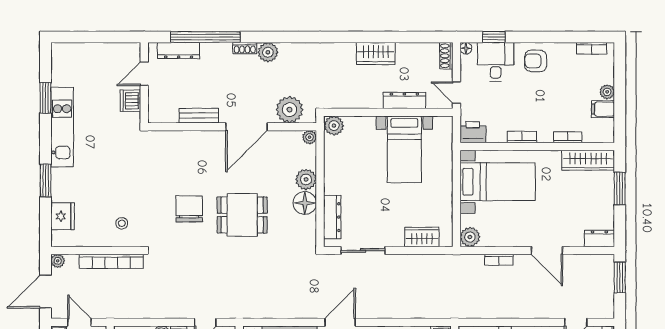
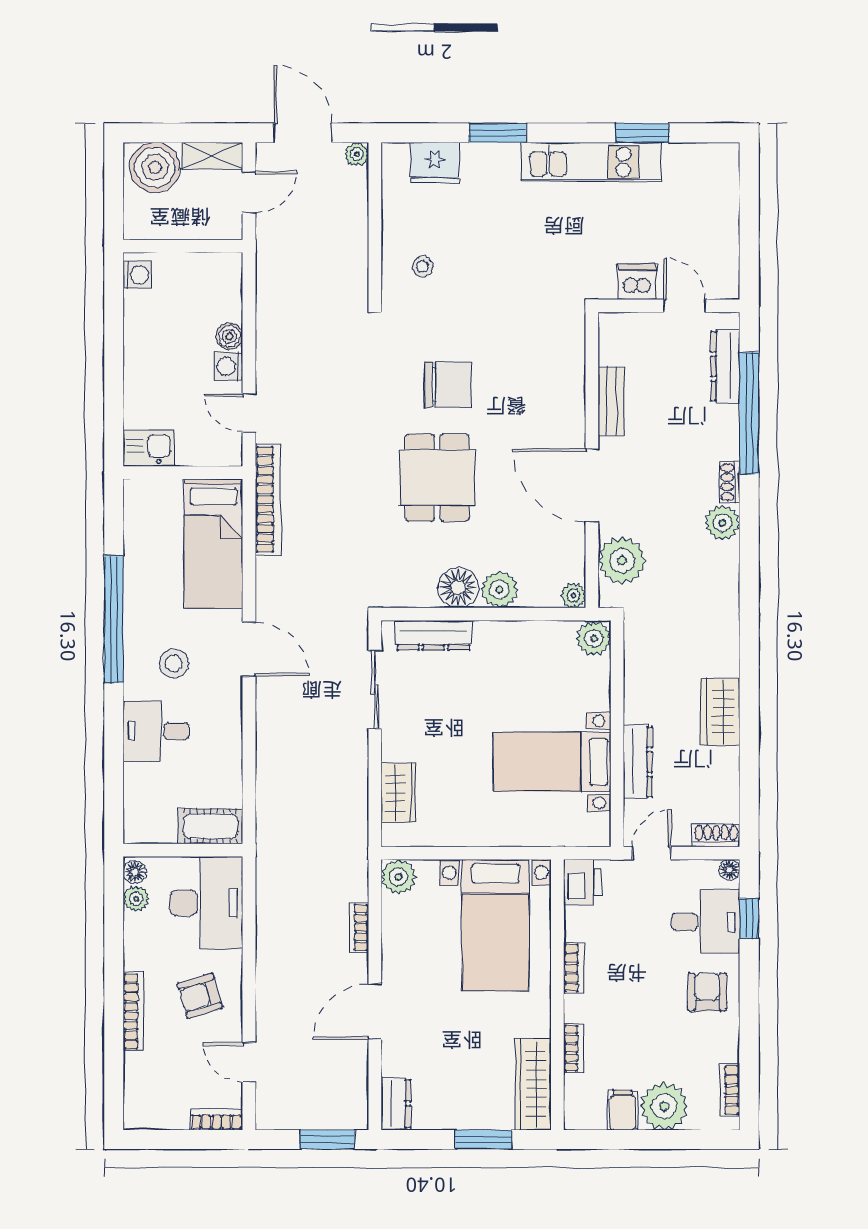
plant: (607, 92) -> (664, 1106), width x1.87, depth x1.87
bookcase: (111, 261) -> (268, 499), moved, turned 180

